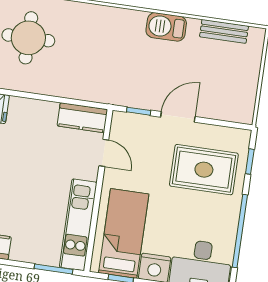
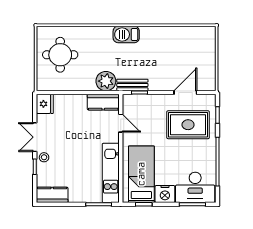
barbecue: (166, 27) -> (126, 34), moved
bench: (224, 31) -> (132, 85), moved
plant: (91, 87) -> (106, 81), added
door: (178, 117) -> (185, 93), moved

